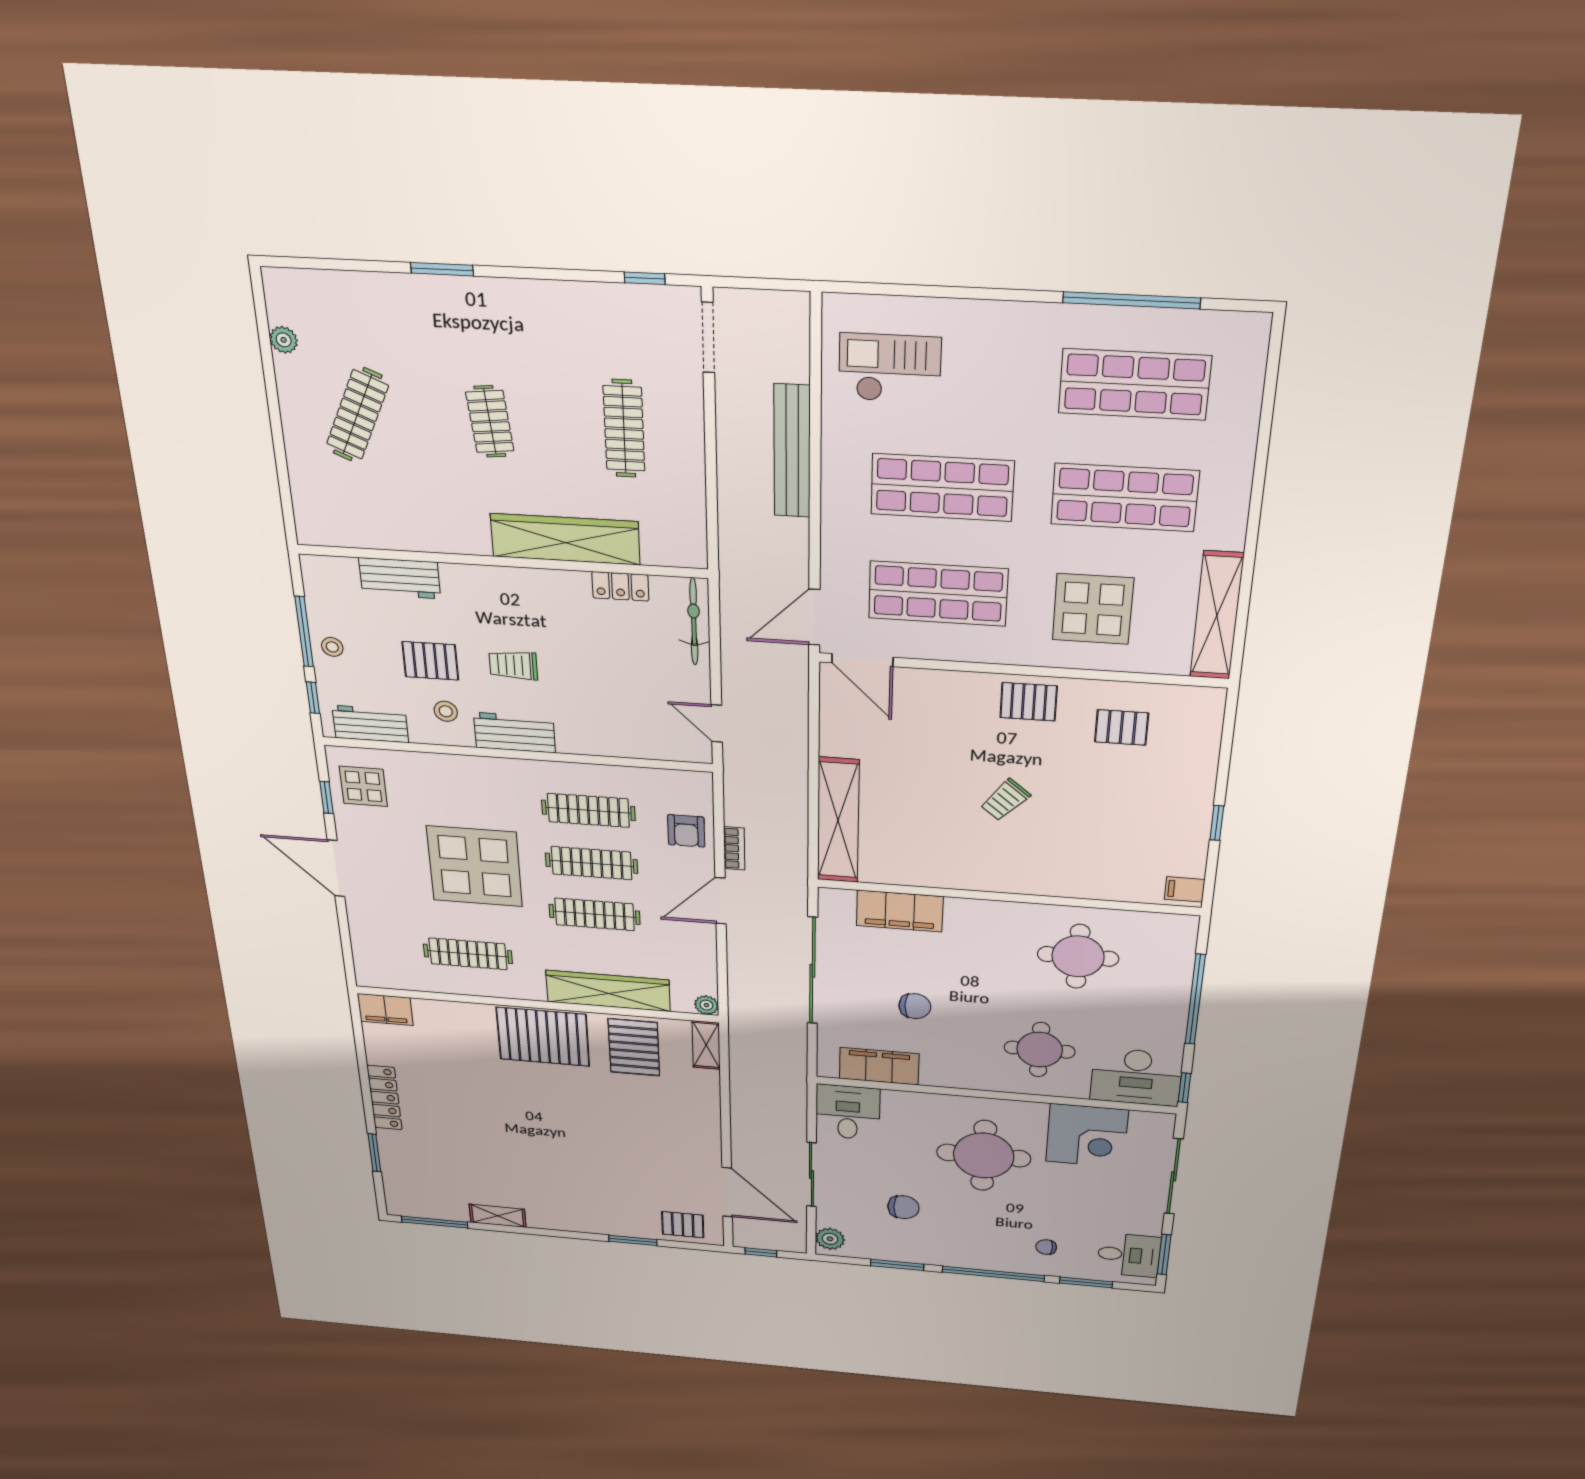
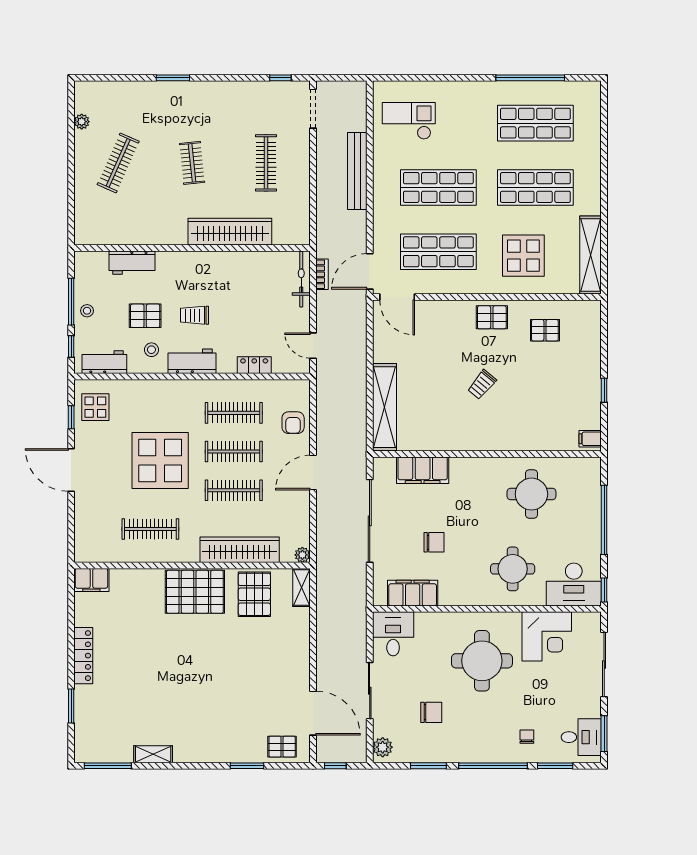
locker: (620, 586) -> (254, 365), moved, turned 180
bookcase: (734, 848) -> (322, 274), moved
chair: (1046, 1247) -> (527, 737), turned 90

